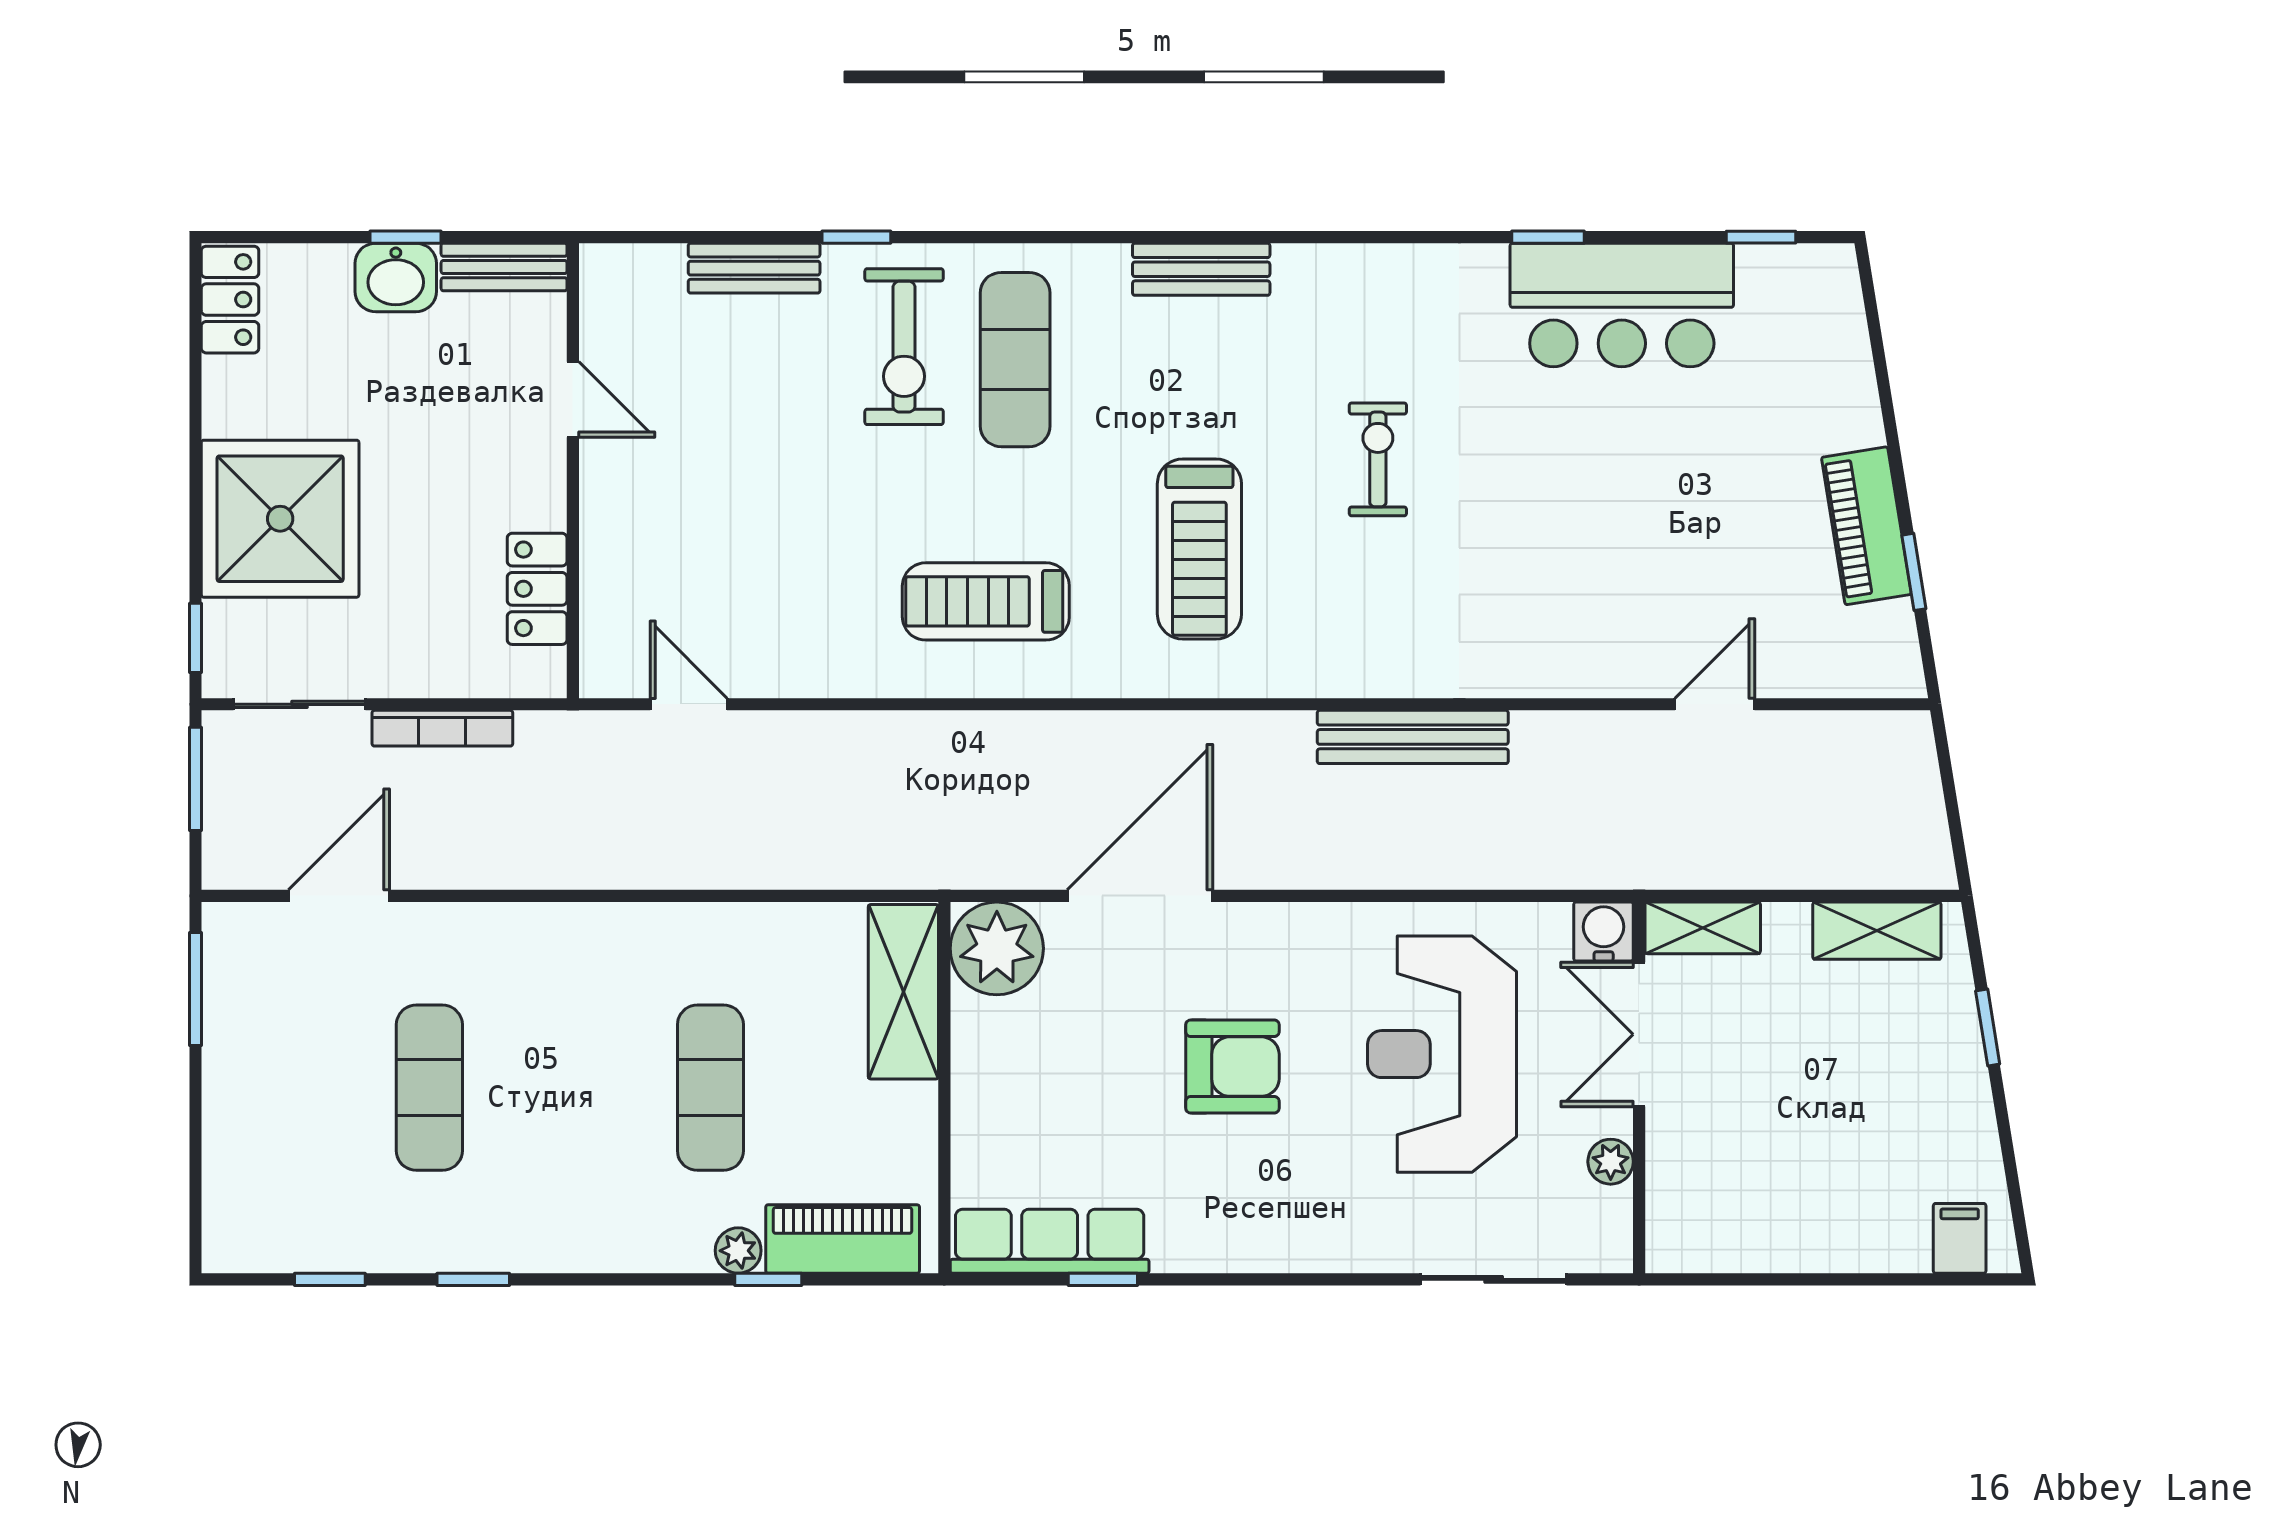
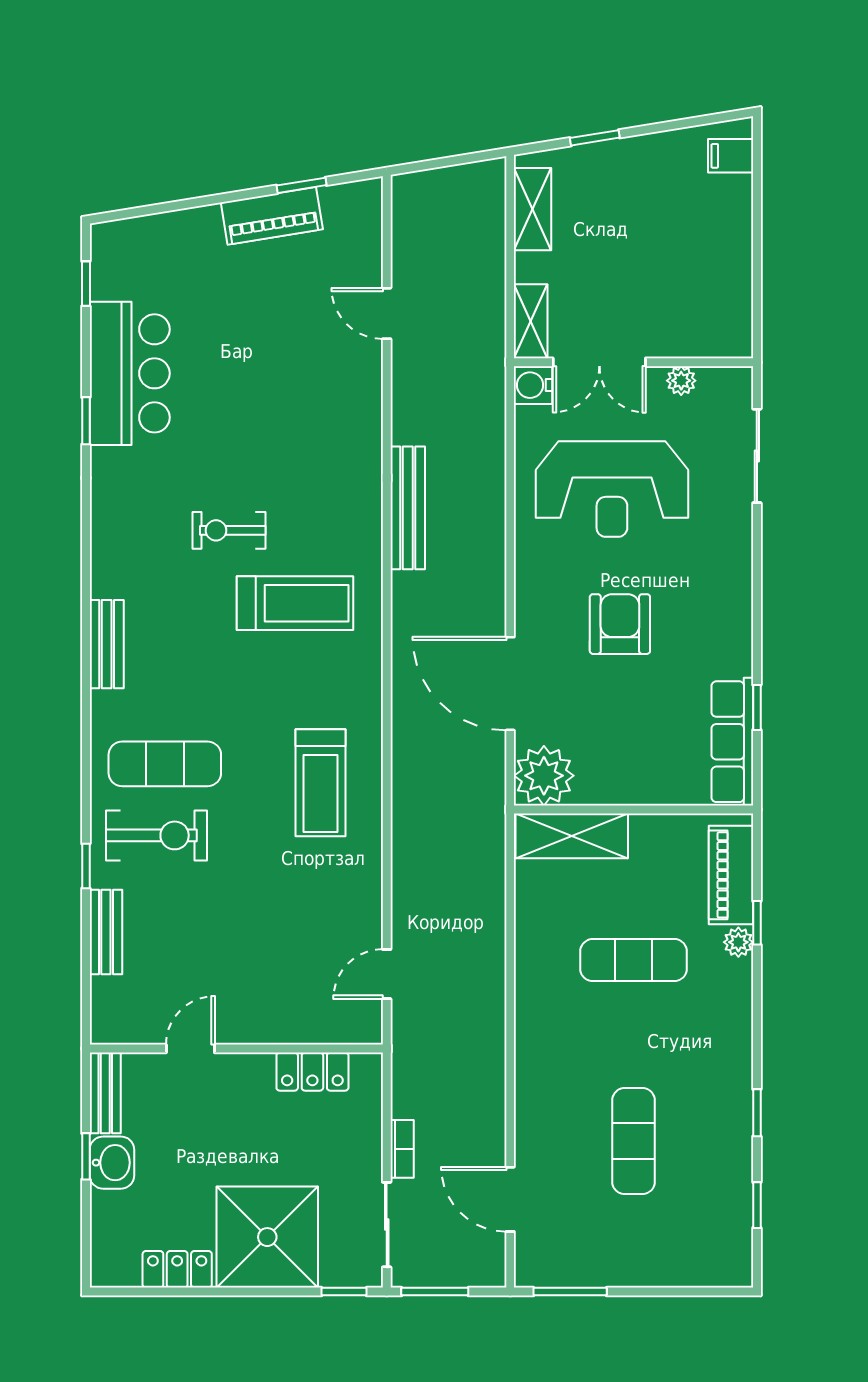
locker: (230, 300) -> (177, 1269), moved
treadmill: (1199, 549) -> (295, 603), moved
bookcase: (442, 728) -> (402, 1149), width x0.64
exercise mat: (429, 1088) -> (634, 1141), turned 90

